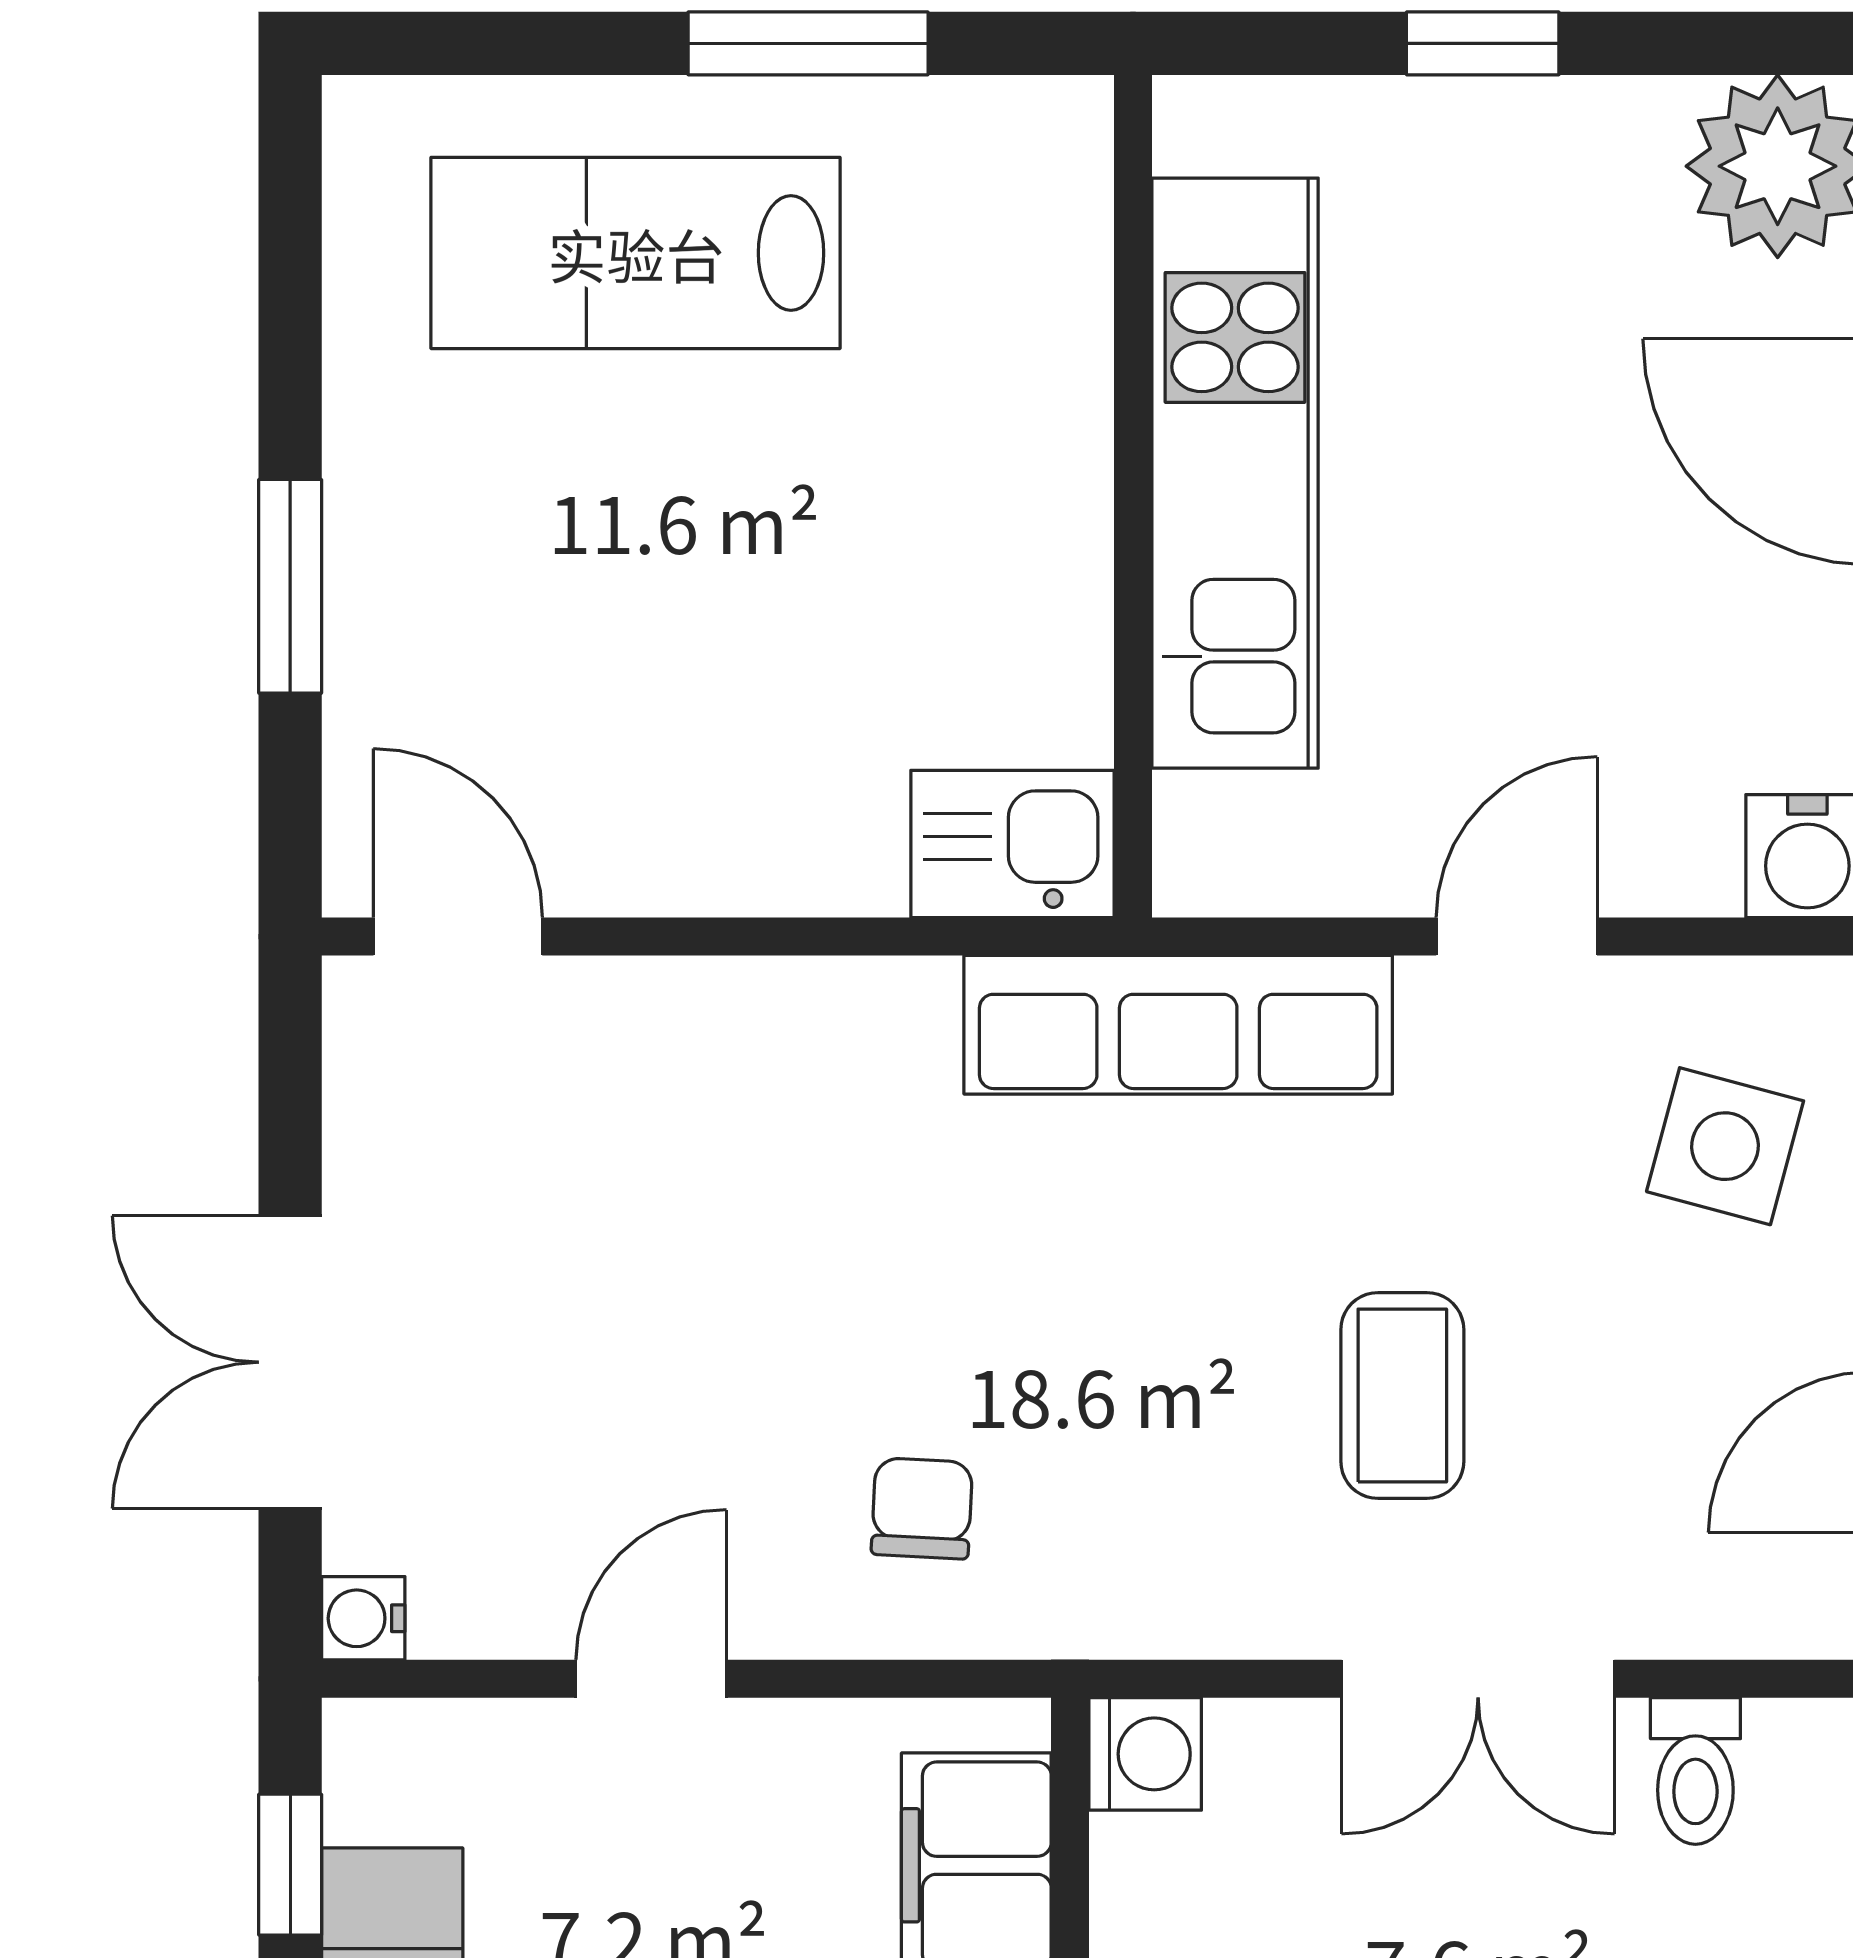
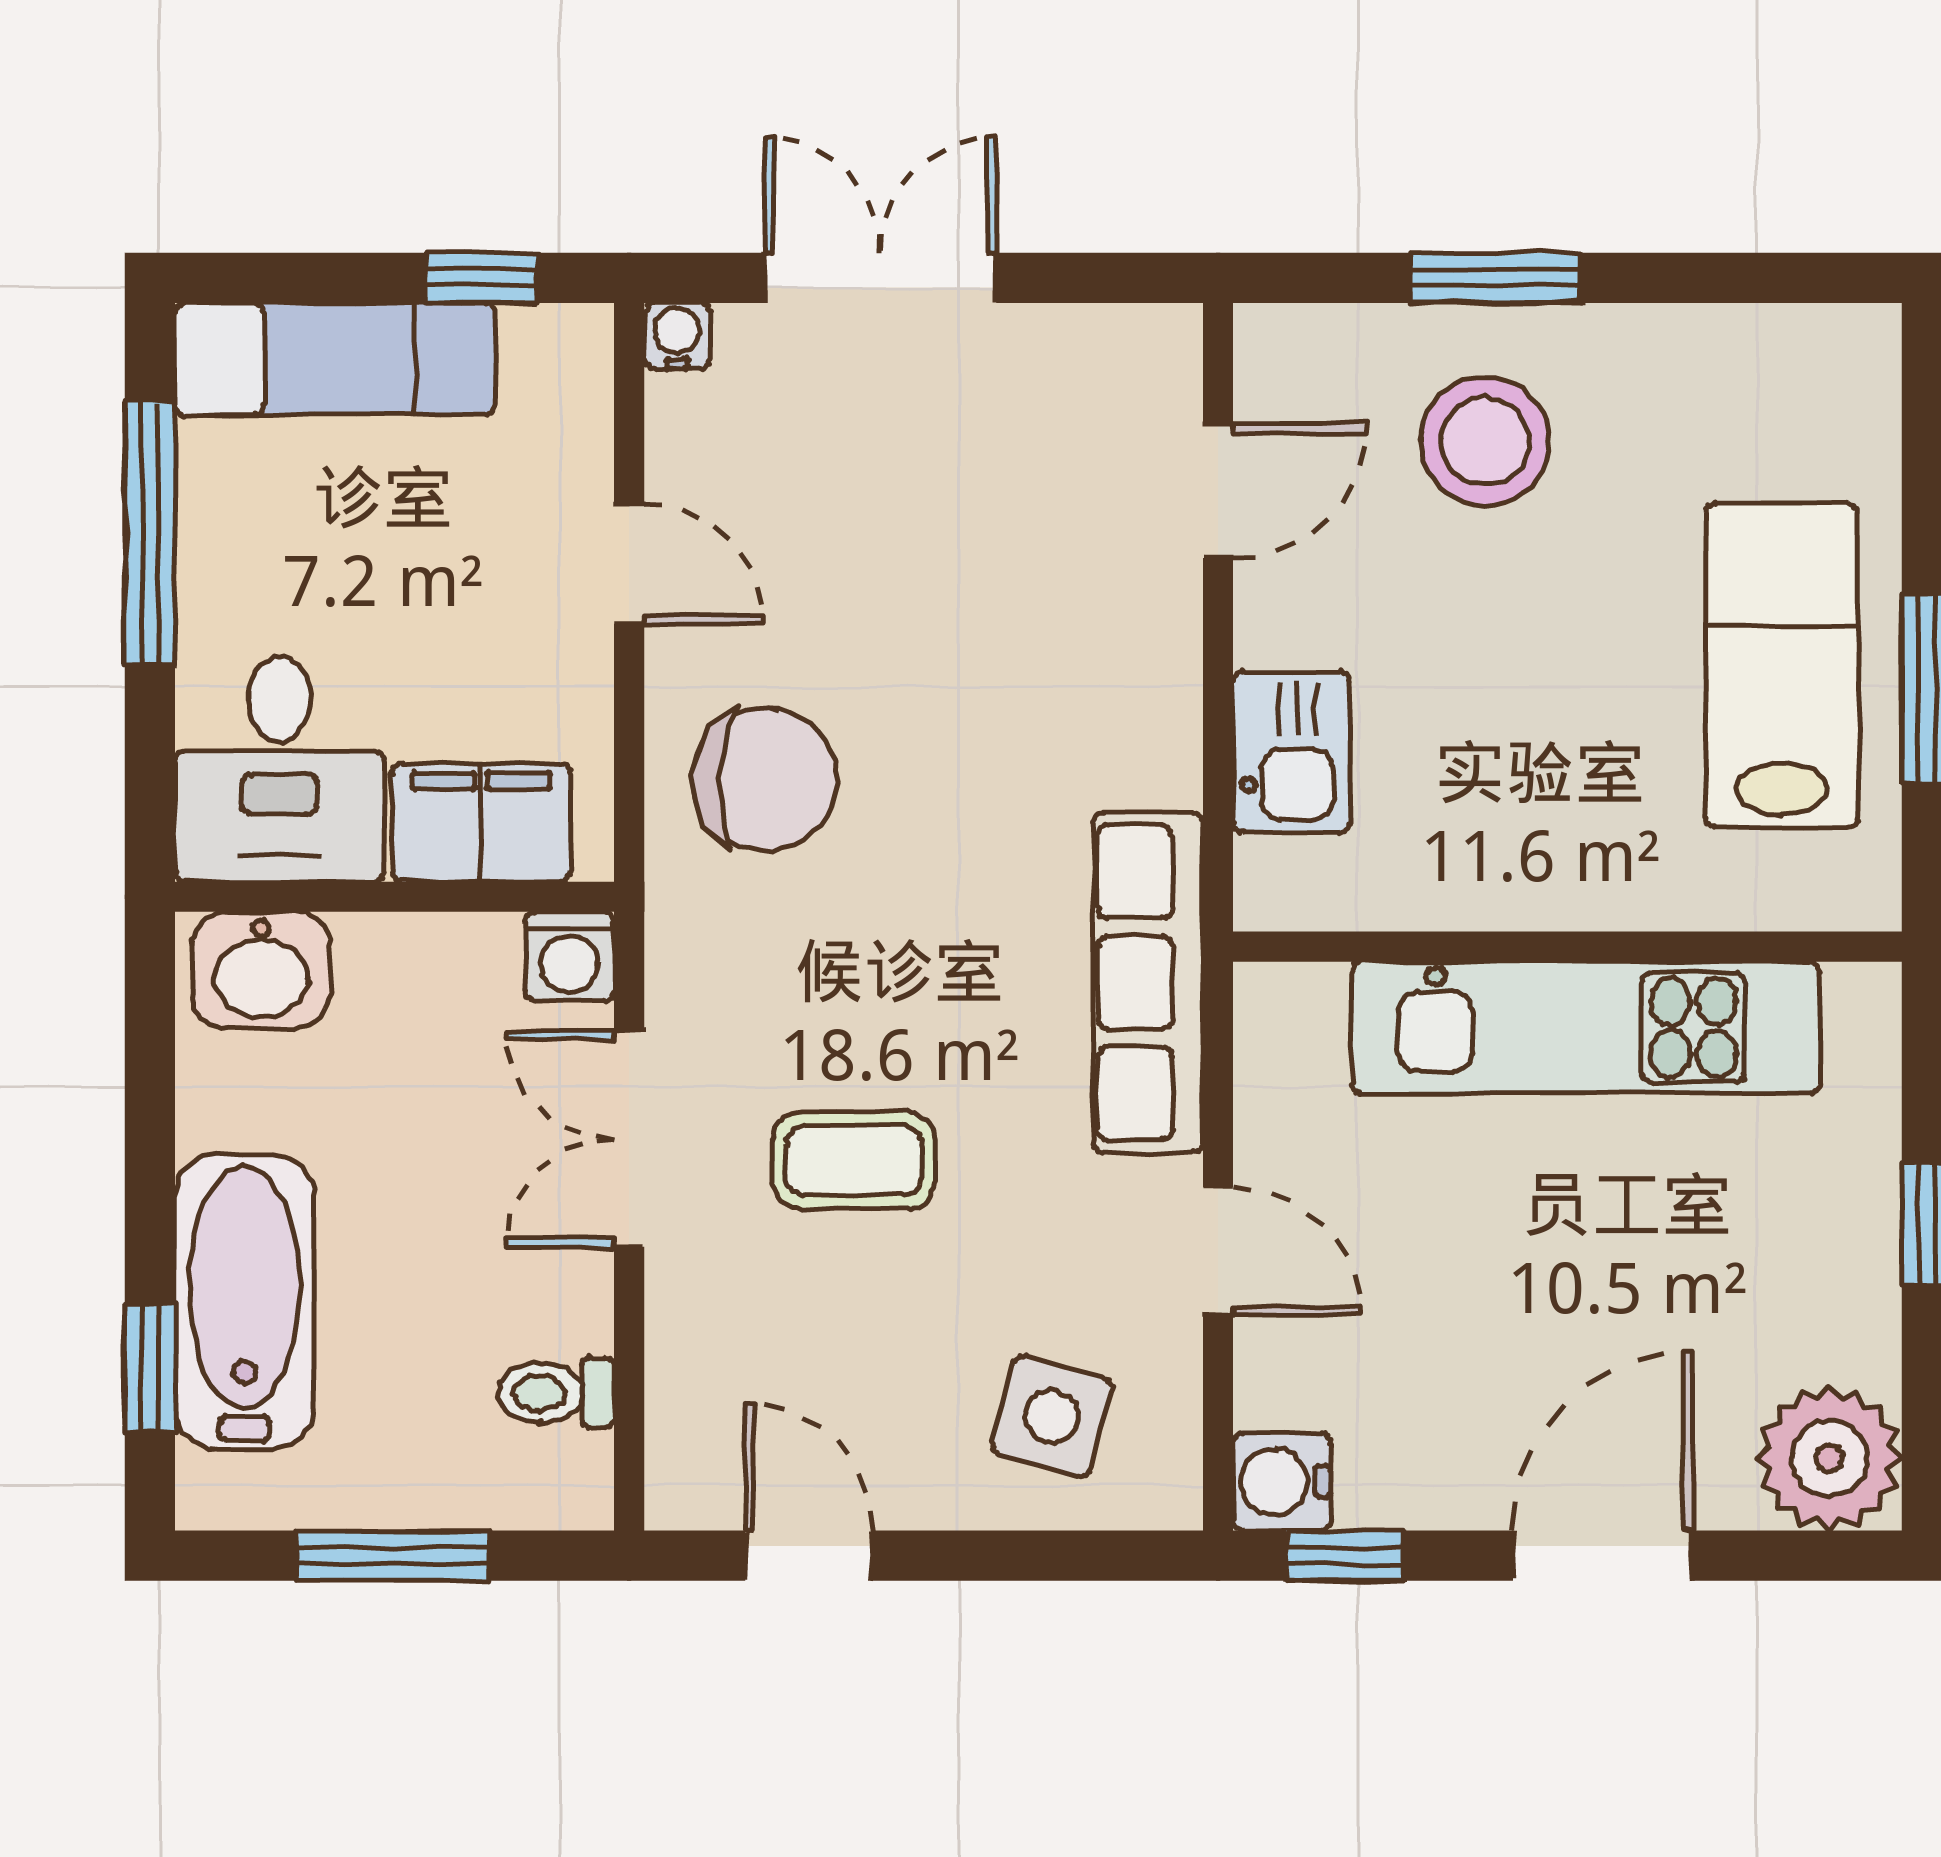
lab bench: (636, 253) -> (1782, 665), moved
stool: (496, 600) -> (1485, 441), added
kitchen sink: (1012, 844) -> (1291, 752), moved
door: (458, 937) -> (1218, 491), moved
chair: (922, 1508) -> (764, 779), width x1.87, depth x1.87
double door: (1478, 1679) -> (629, 1139), moved

